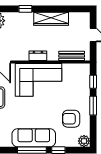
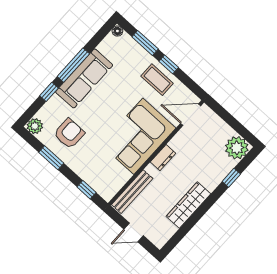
window: (25, 9) -> (231, 178), moved
bench: (72, 56) -> (132, 192), width x1.36
window: (93, 106) -> (51, 158), moved

